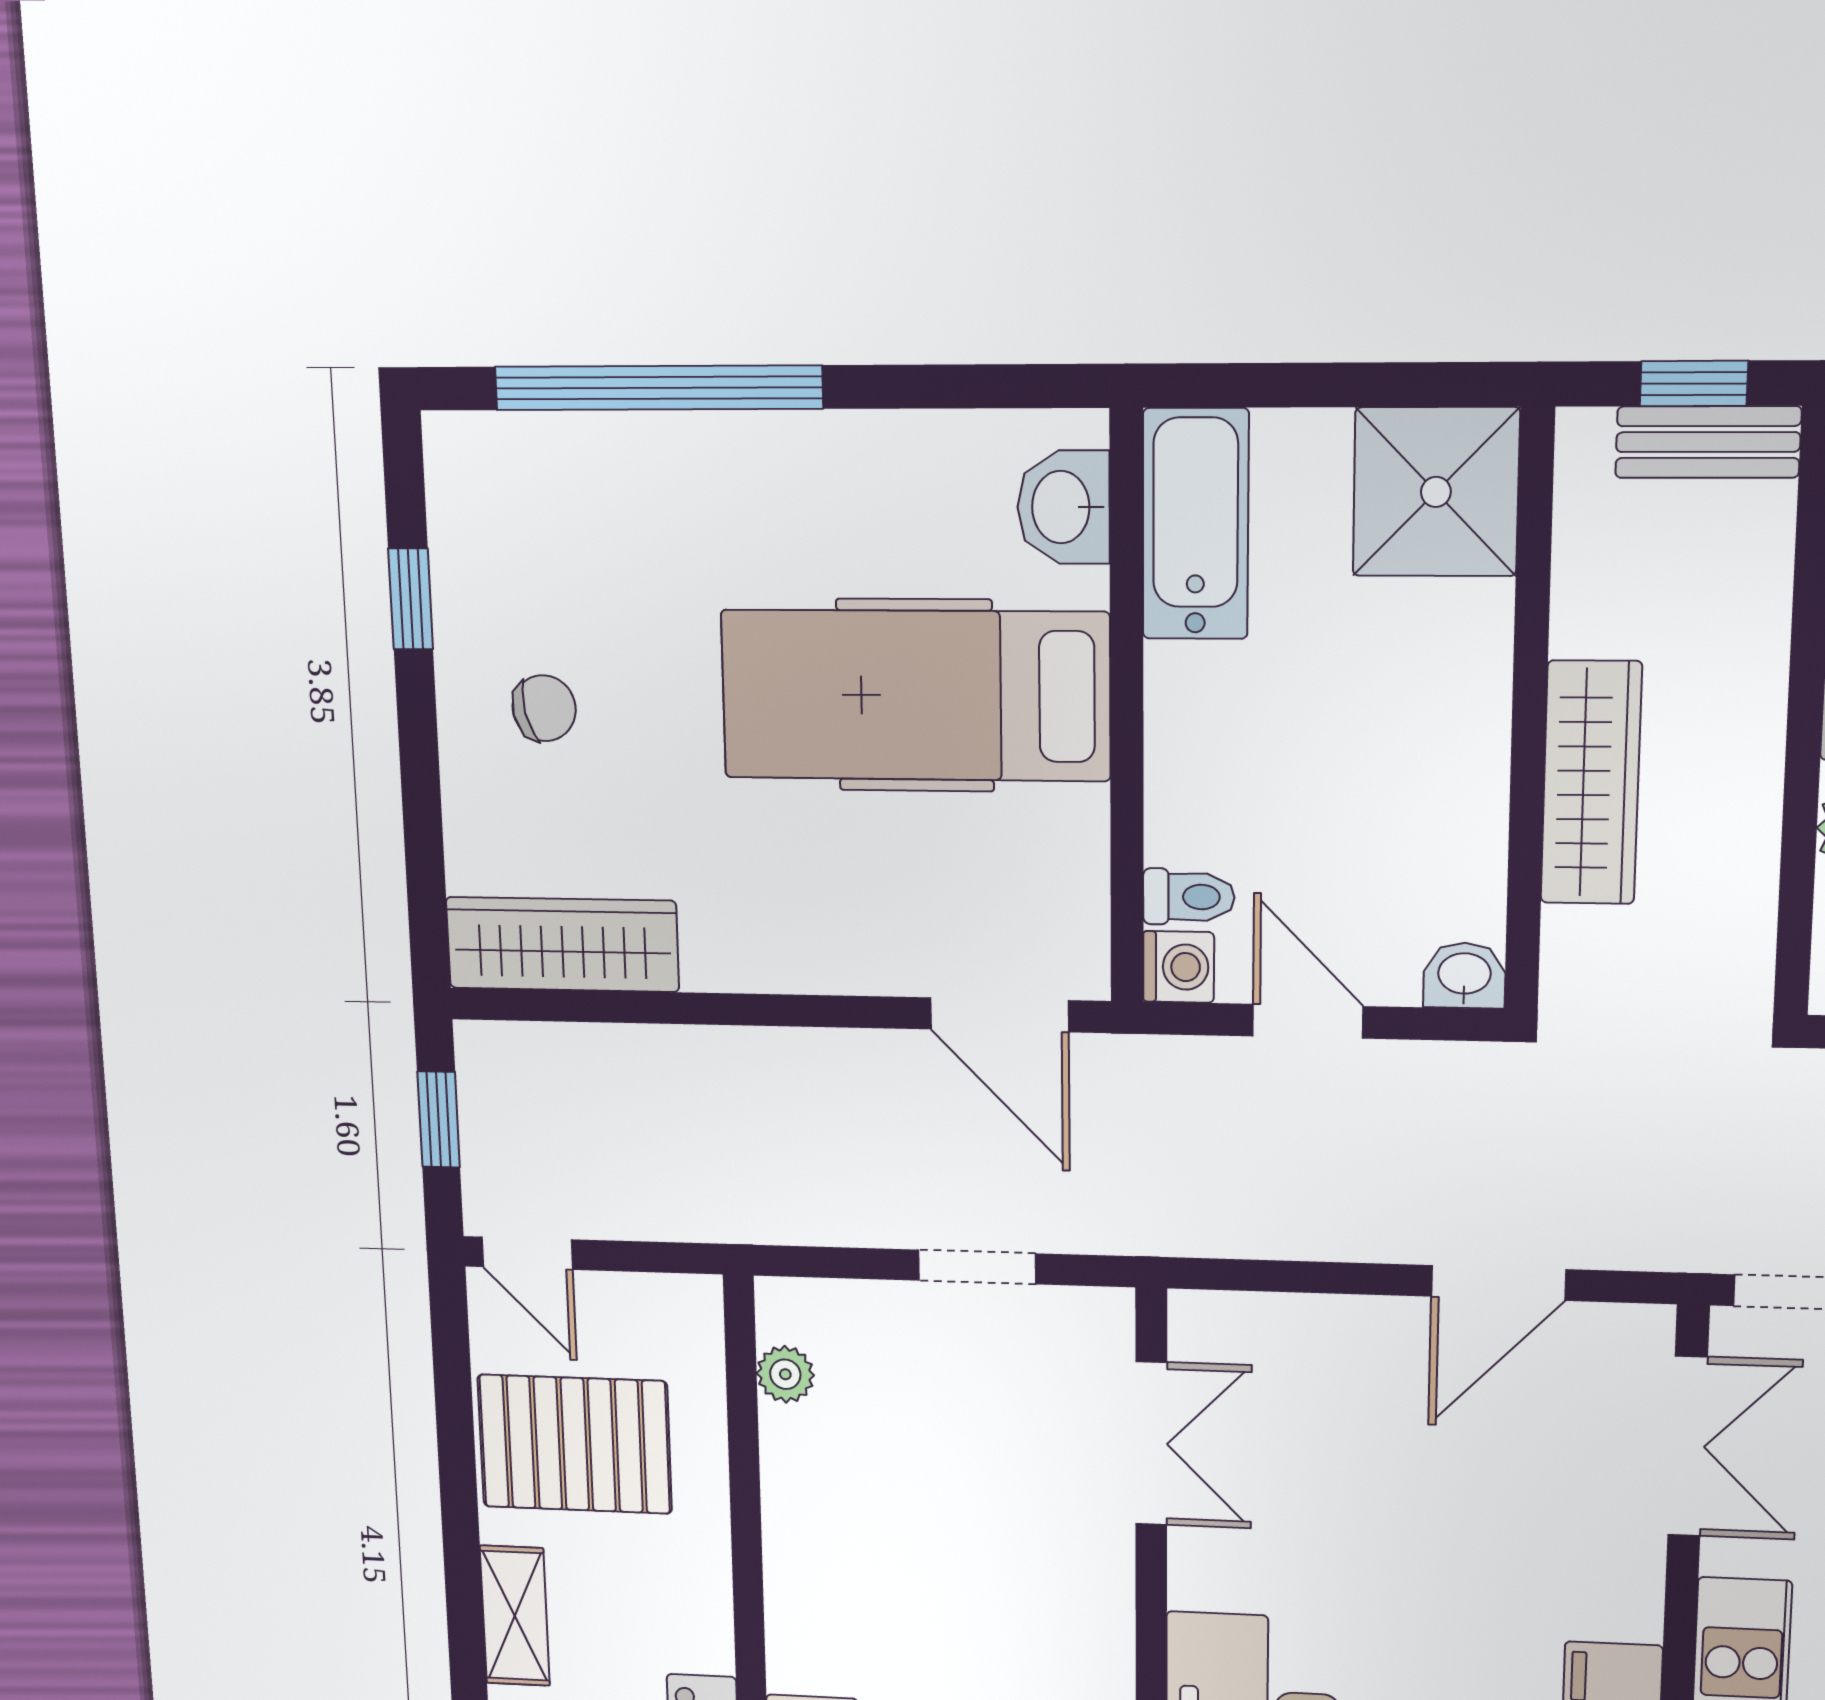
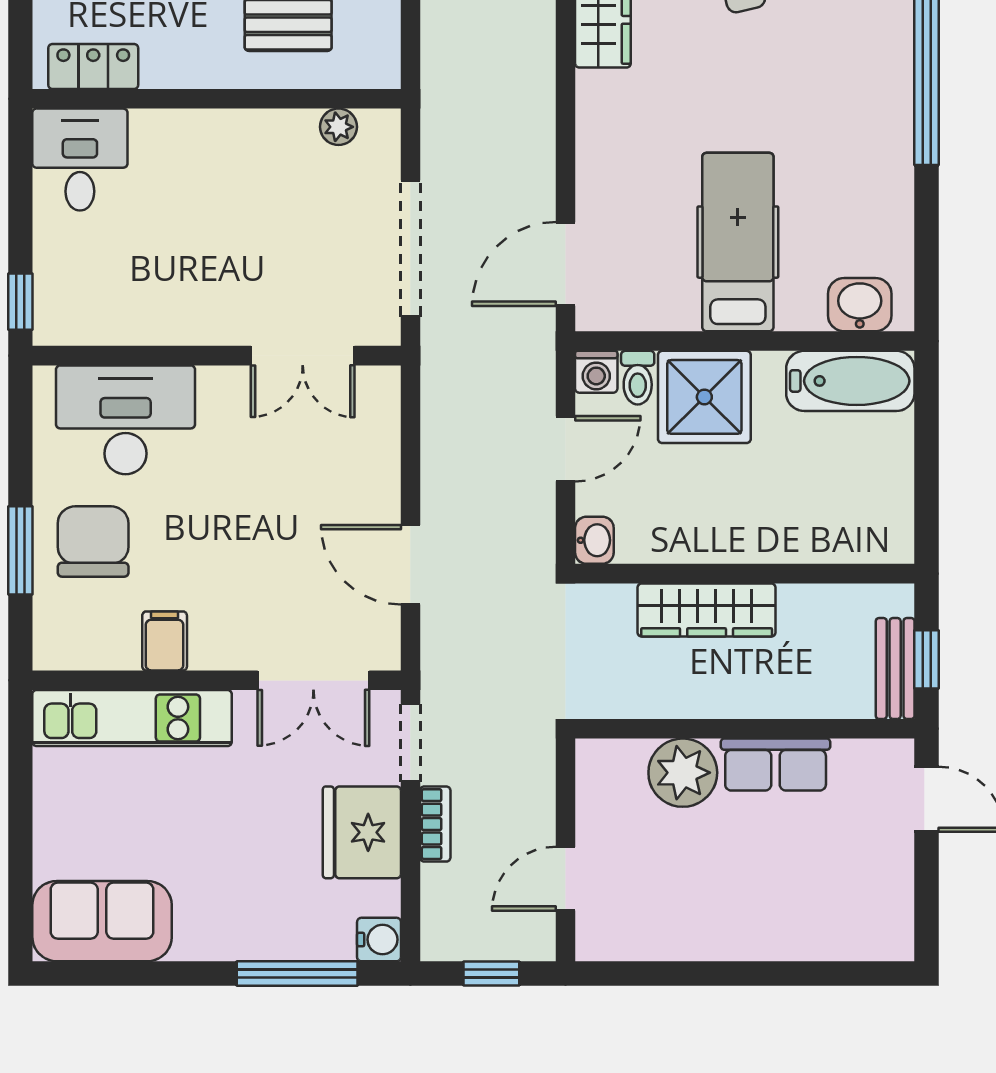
shower: (1436, 492) -> (704, 397), moved
hospital bed: (915, 695) -> (738, 242), width x0.73, depth x0.78
doorway: (977, 1267) -> (410, 248), width x1.88

